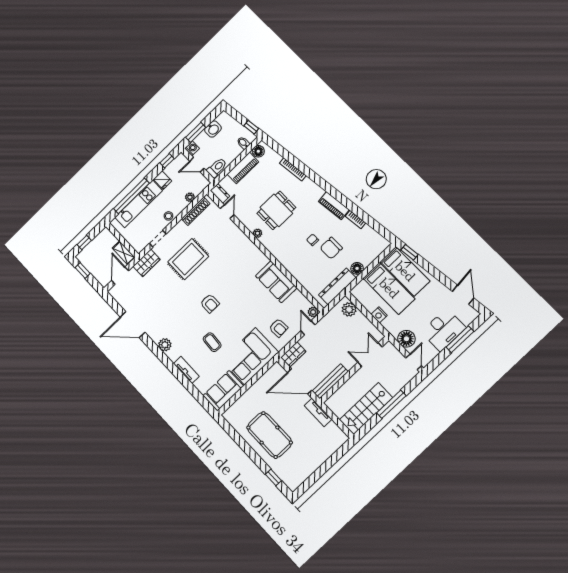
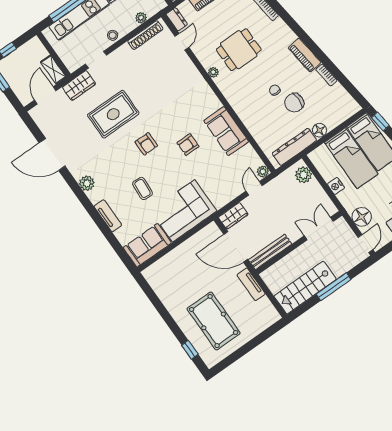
rug: (188, 259) -> (113, 114), moved
armchair: (278, 328) -> (188, 145), moved, turned 93
pool table: (270, 435) -> (214, 321), moved

